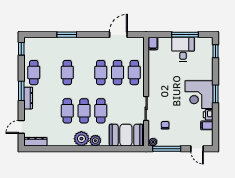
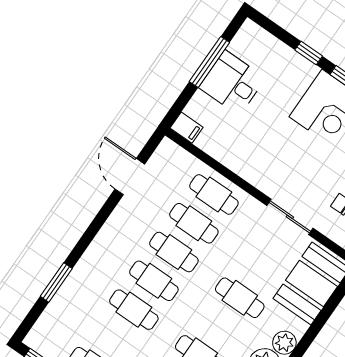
window: (67, 35) -> (56, 282), moved
window: (216, 51) -> (309, 53), moved
cafe table: (84, 111) -> (154, 281), moved

